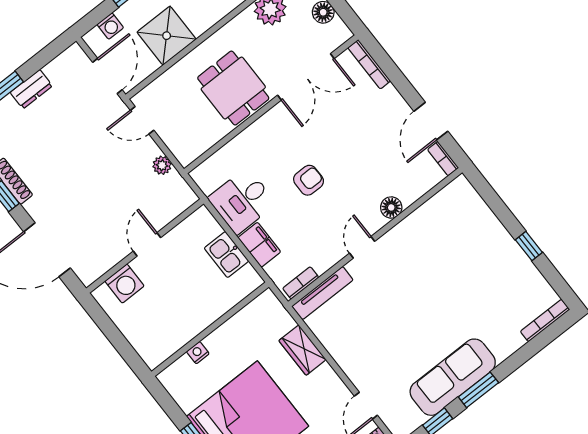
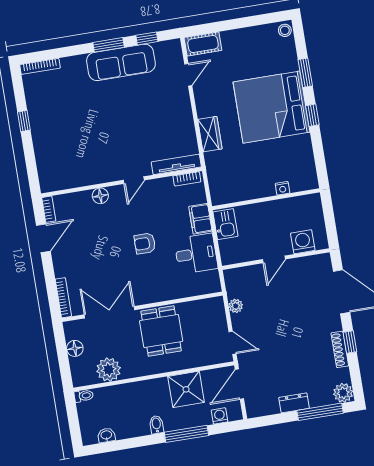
wall: (210, 329) -> (266, 199), moved
nightstand: (198, 353) -> (282, 188), moved

